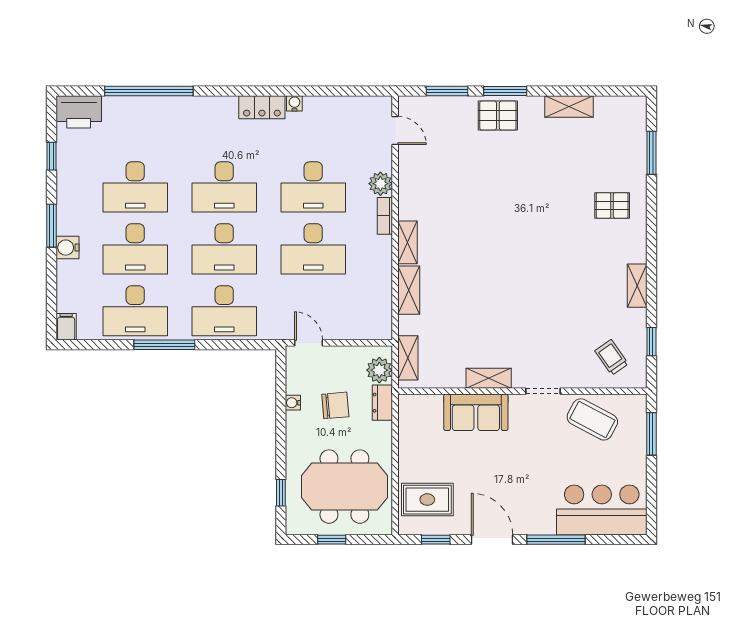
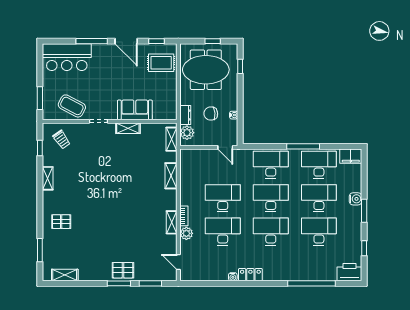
shelving: (569, 107) -> (65, 275), moved
shelving: (408, 242) -> (172, 222), moved
filing cabinet: (66, 327) -> (351, 156), width x2.00

